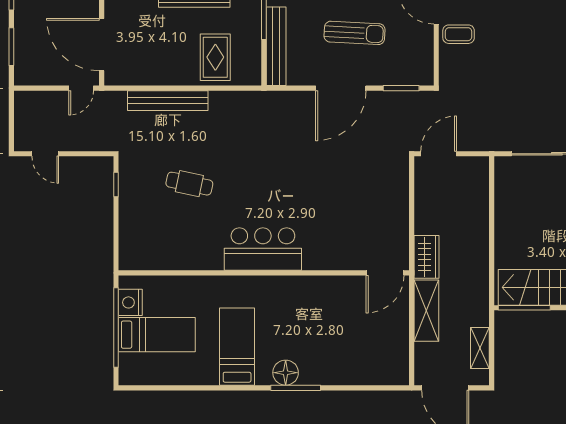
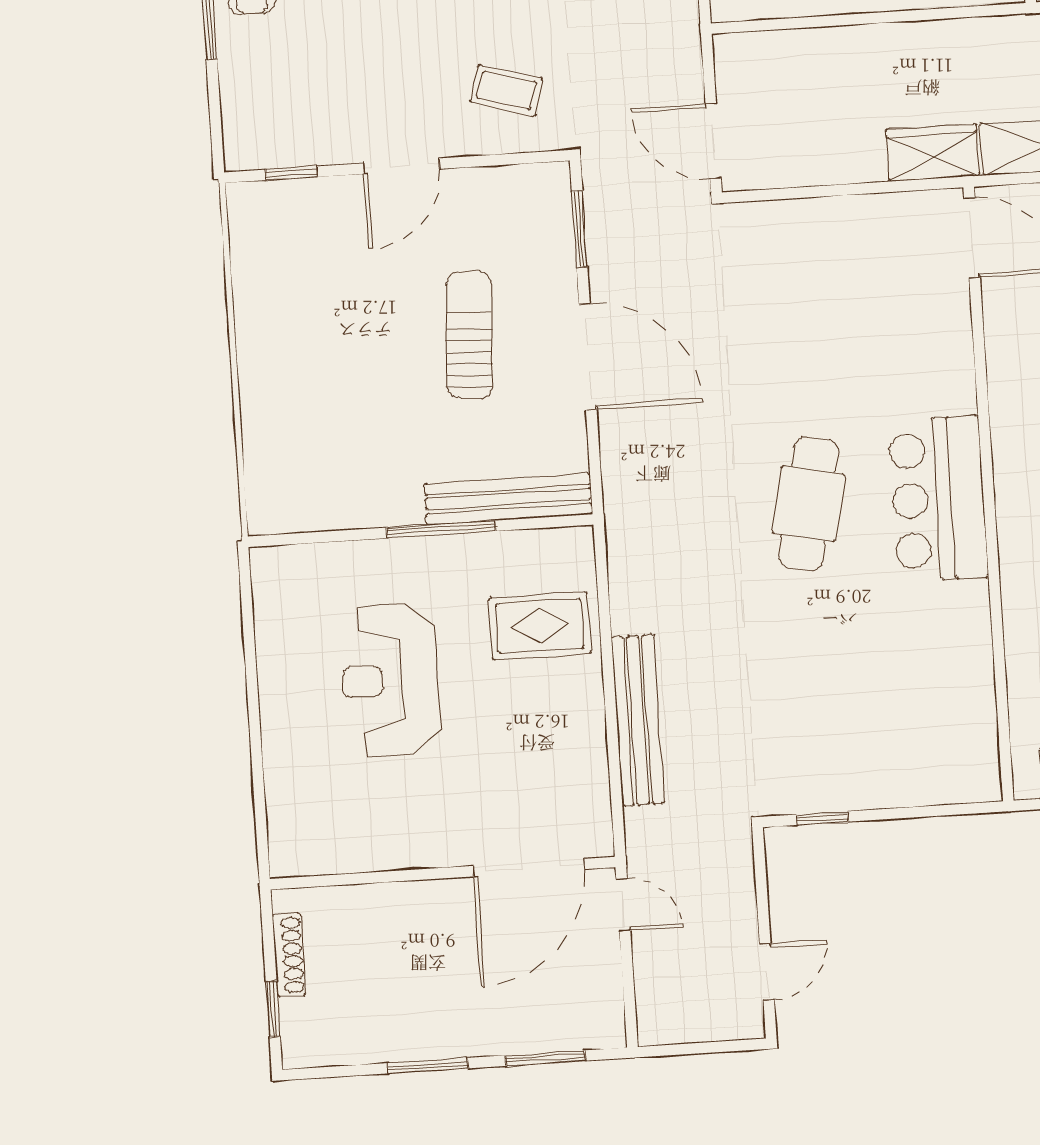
coffee table: (459, 34) -> (507, 90), moved, turned -74
cafe table: (189, 184) -> (809, 504), moved, width x1.37, depth x1.35

